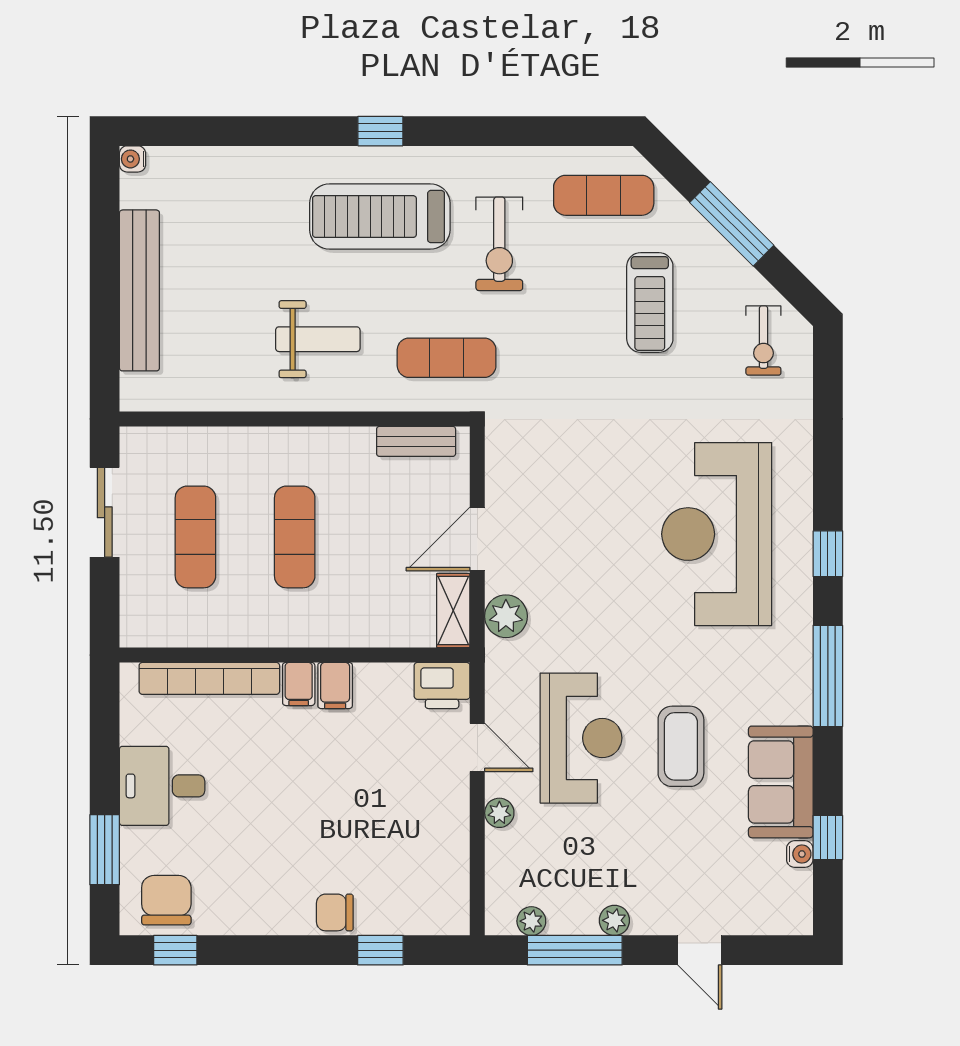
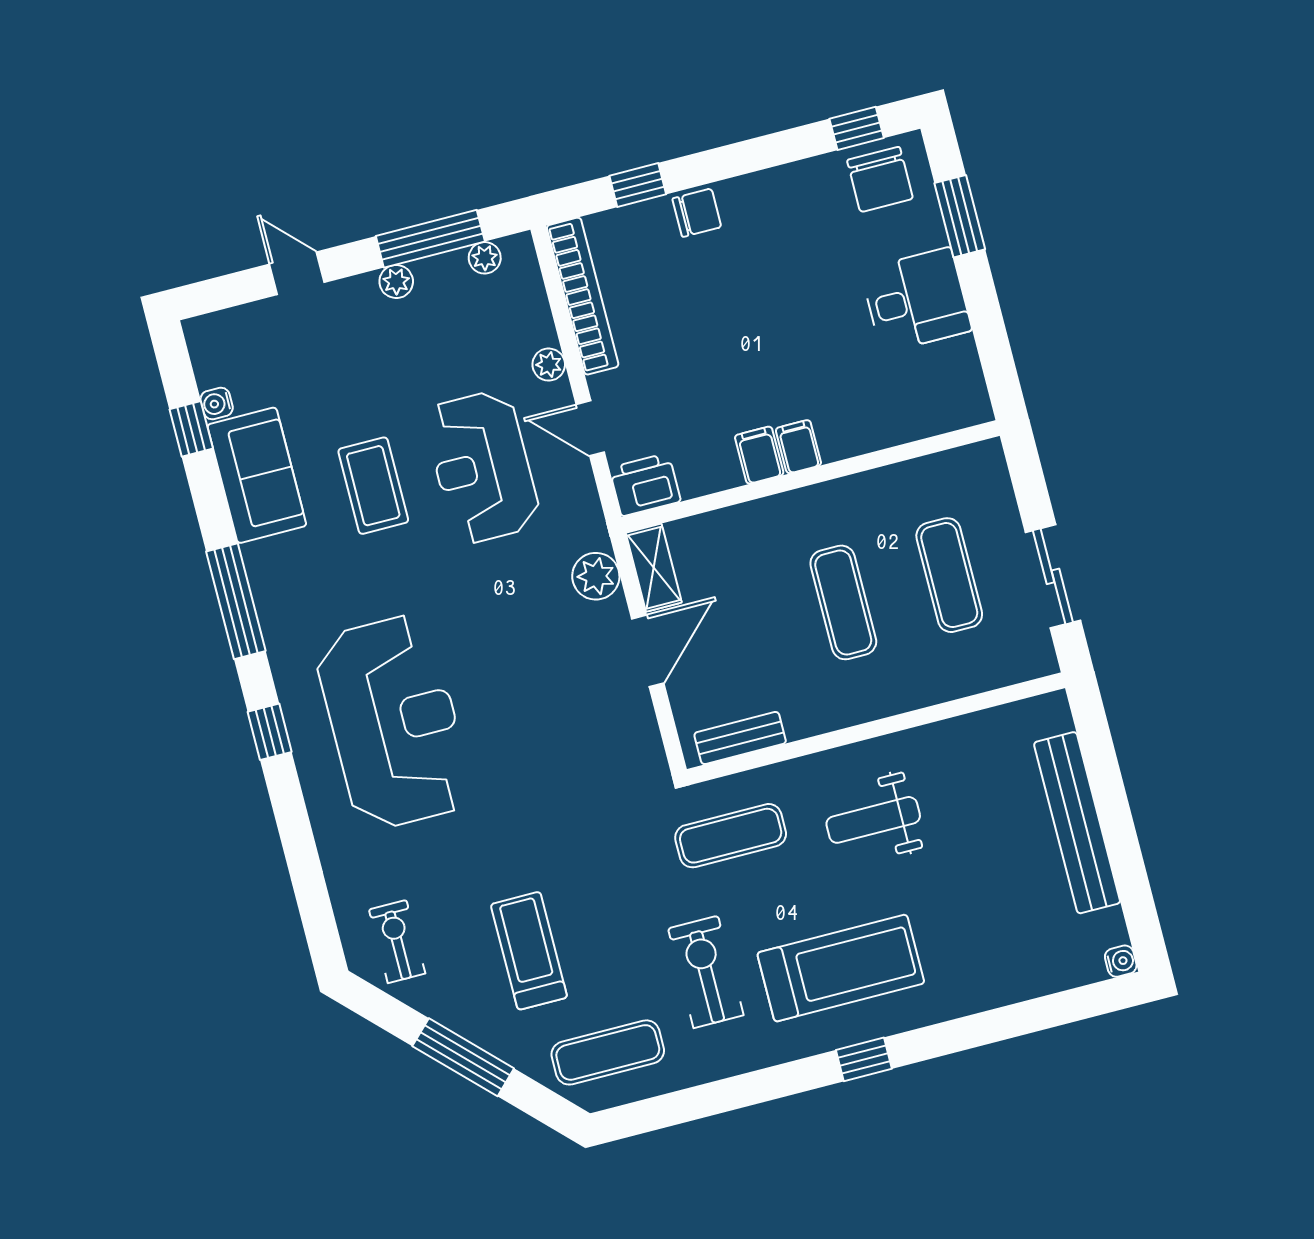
bookcase: (209, 678) -> (583, 296), moved, turned 90

